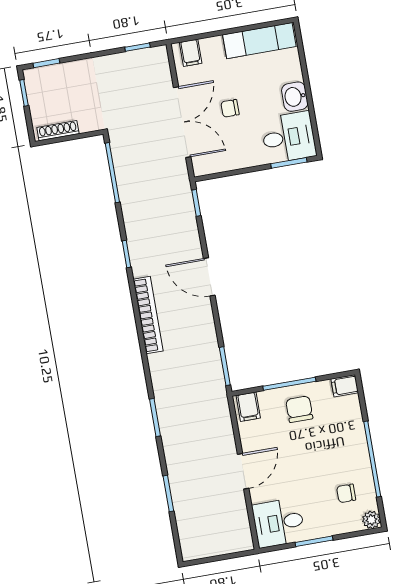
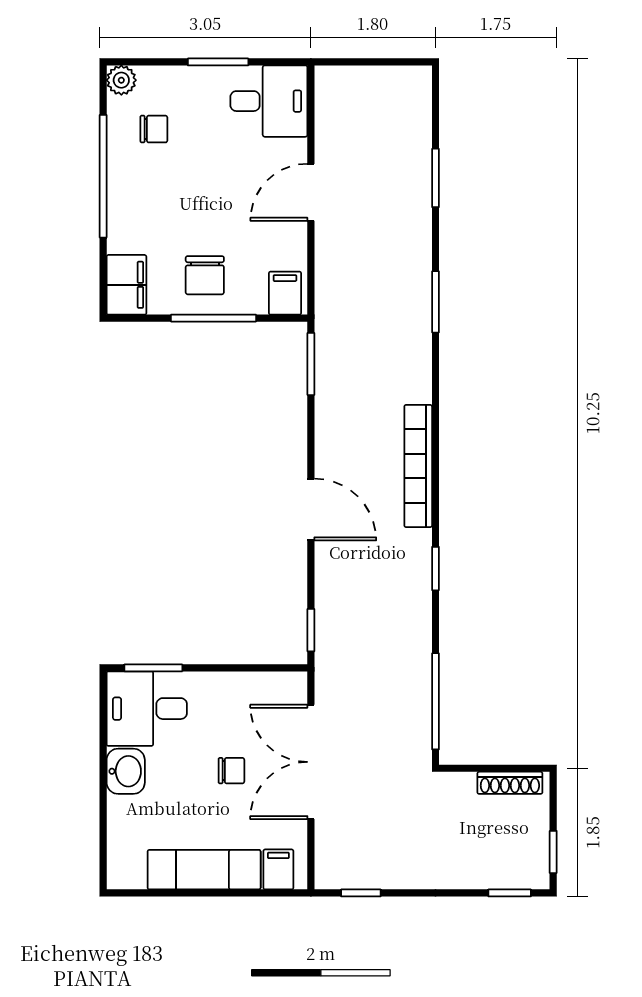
exam couch: (259, 41) -> (204, 870), moved
filing cabinet: (345, 386) -> (126, 285), width x2.00

